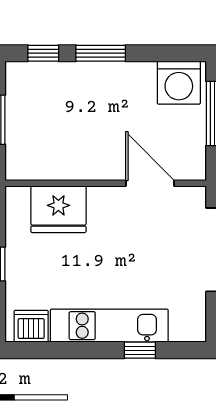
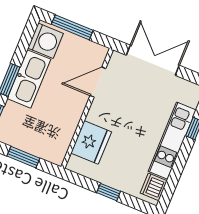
kitchen sink: (114, 81) -> (29, 79), added

